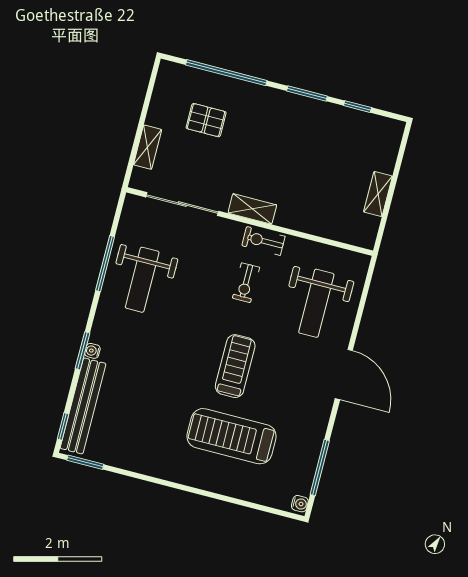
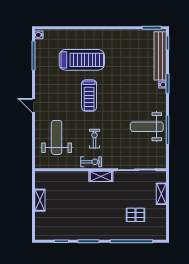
weight bench: (142, 280) -> (147, 127), turned -90
door: (344, 374) -> (34, 105), width x0.53

